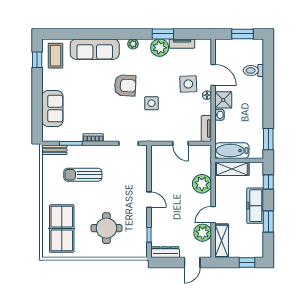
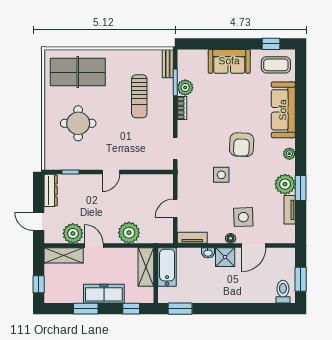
toilet: (253, 70) -> (283, 292), moved
sofa: (52, 109) -> (229, 61), moved
plant: (75, 135) -> (185, 87), added
sun lounger: (83, 175) -> (139, 96), turned 180

